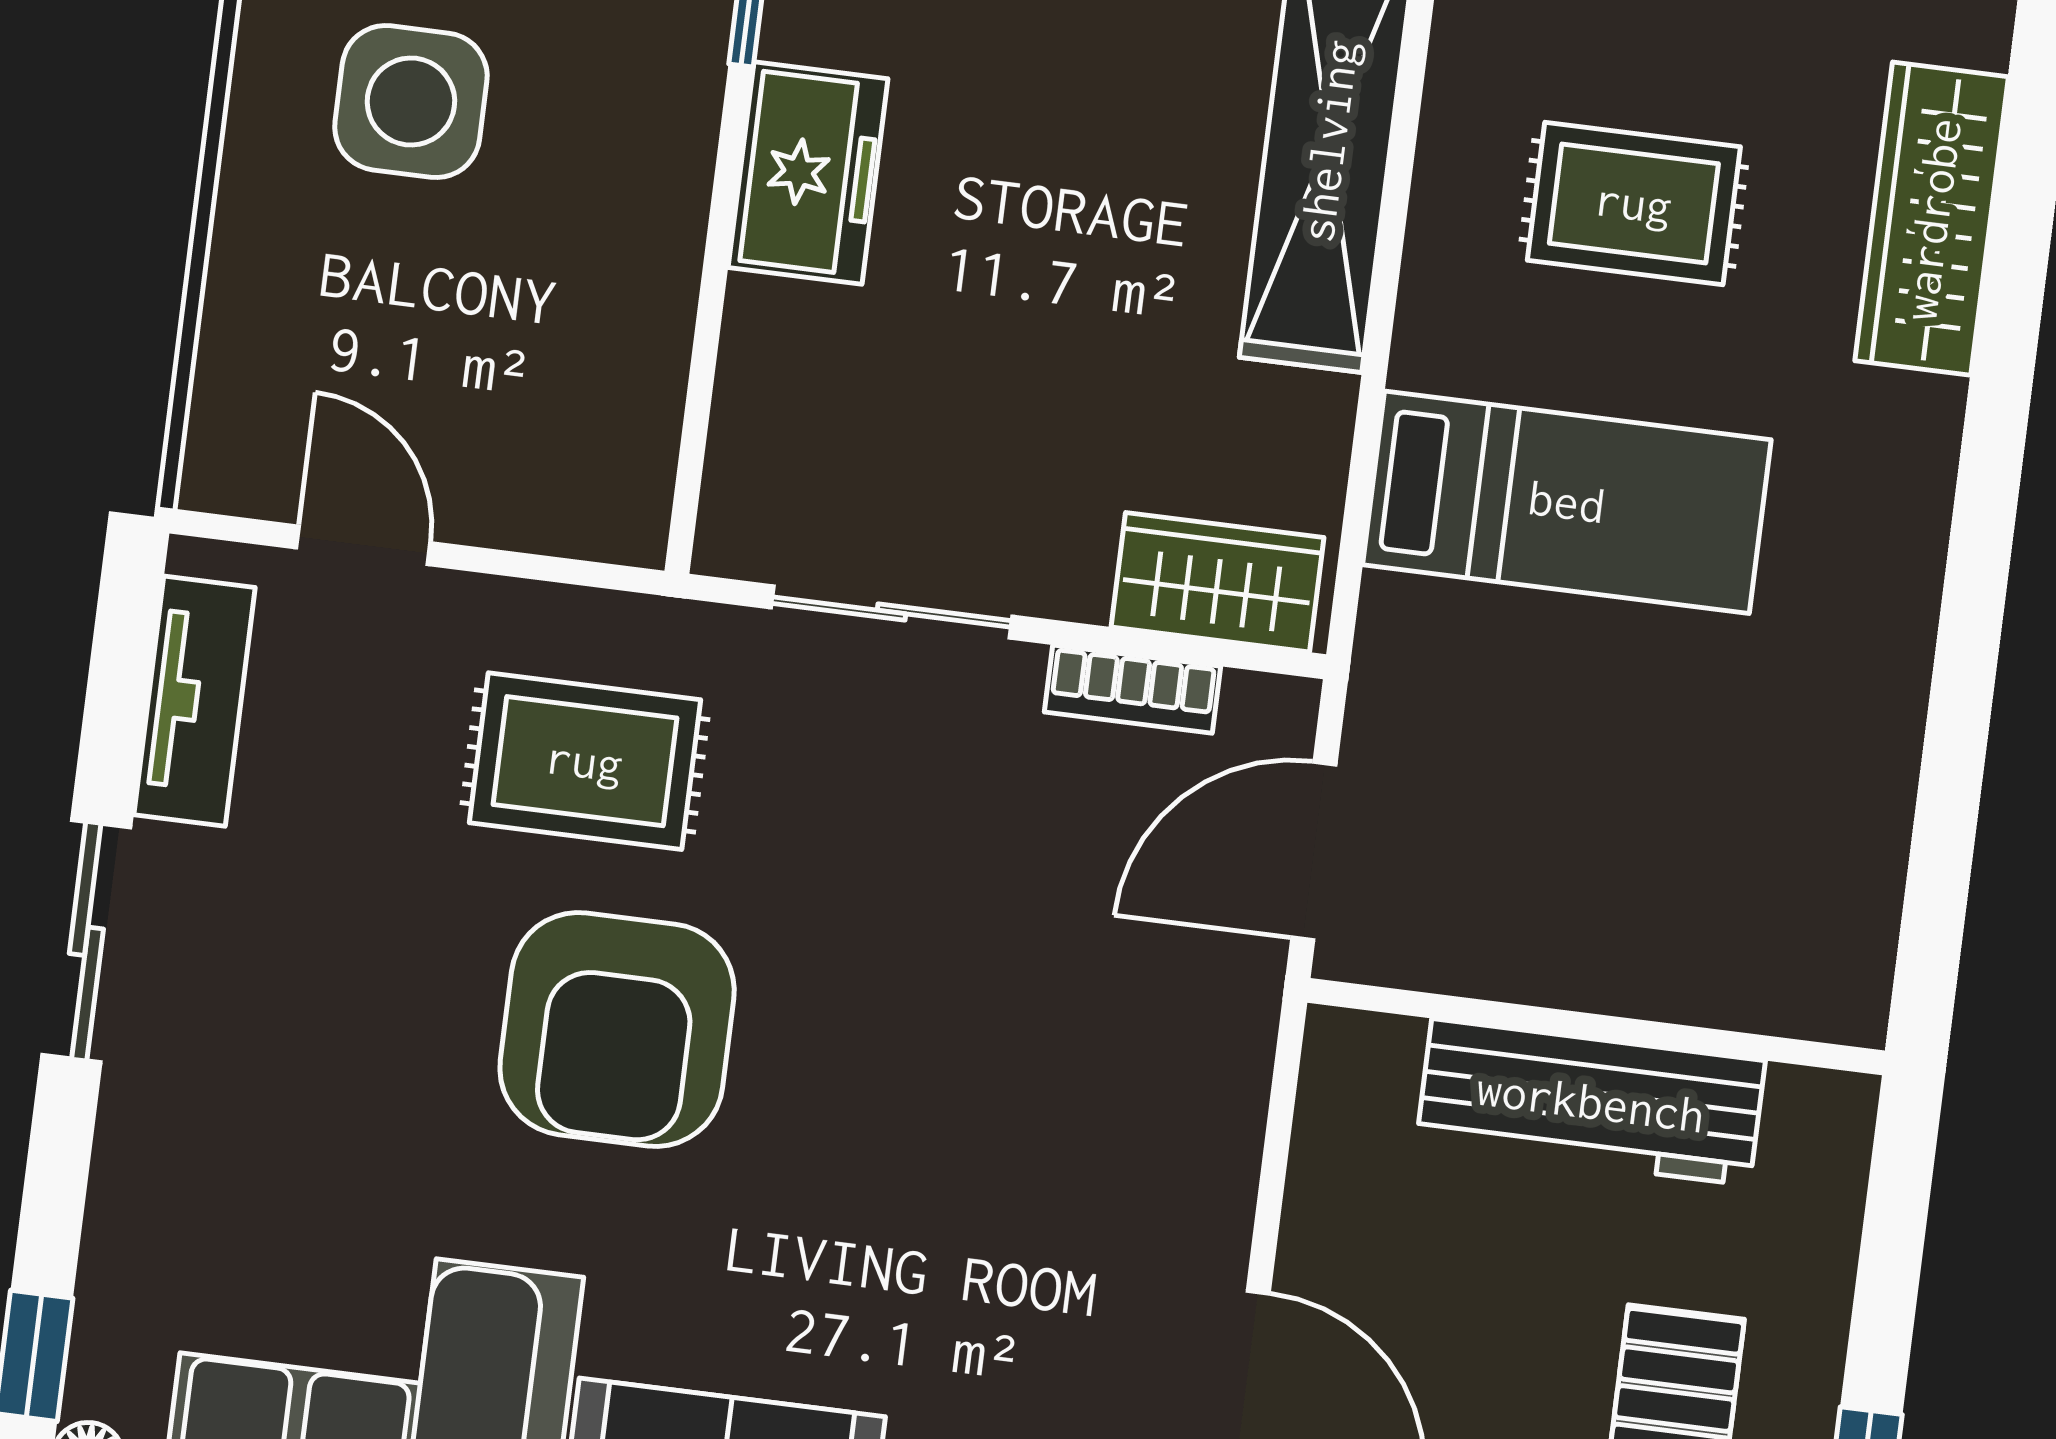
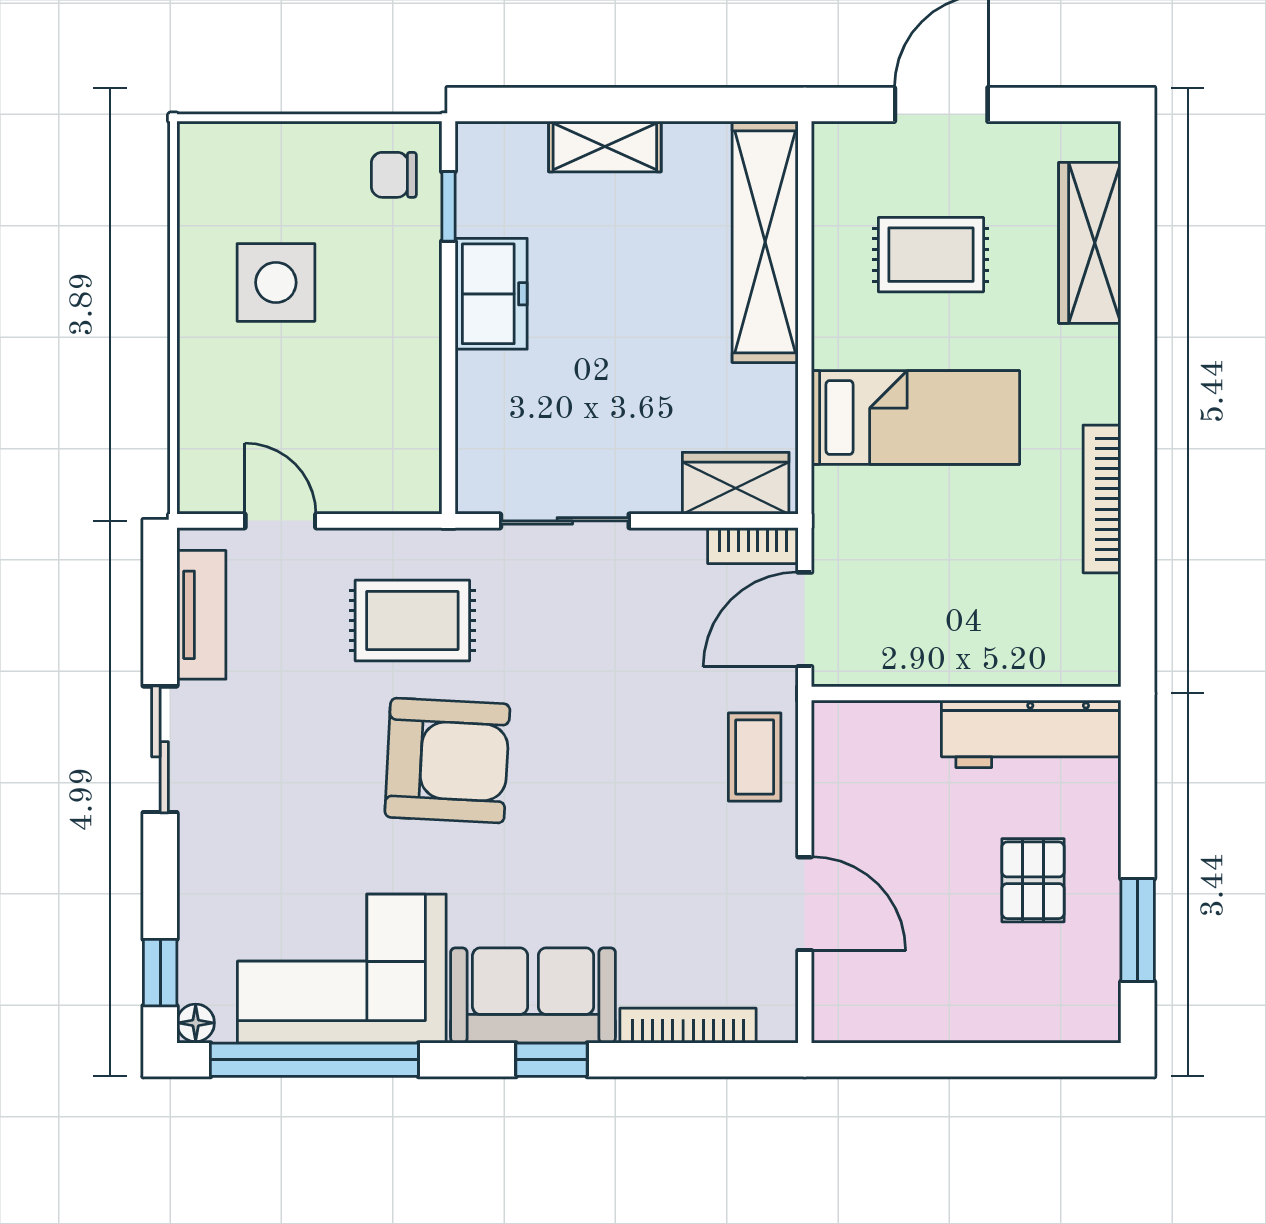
bookcase: (1133, 689) -> (753, 546), moved
bookcase: (1894, 697) -> (1102, 499), added
armchair: (617, 1029) -> (447, 761), turned -87
coffee table: (1189, 1095) -> (755, 757), added
workbench: (1591, 1102) -> (1031, 734), moved

